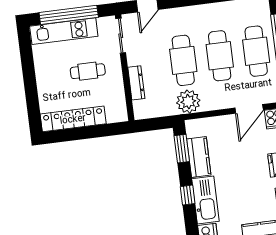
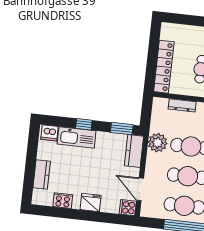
locker: (73, 119) -> (164, 67), moved
kitchen counter: (199, 157) -> (134, 151), moved, turned 90

